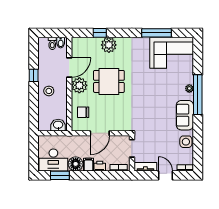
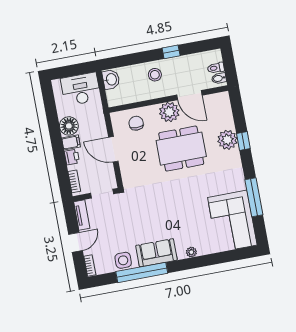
window: (100, 33) -> (243, 141), moved
dining table: (109, 81) -> (181, 149), width x1.38
window: (198, 95) -> (142, 272), moved
washbasin: (58, 125) -> (111, 79), moved
desk: (53, 160) -> (81, 89), moved, turned 90
window: (60, 175) -> (51, 109), removed

